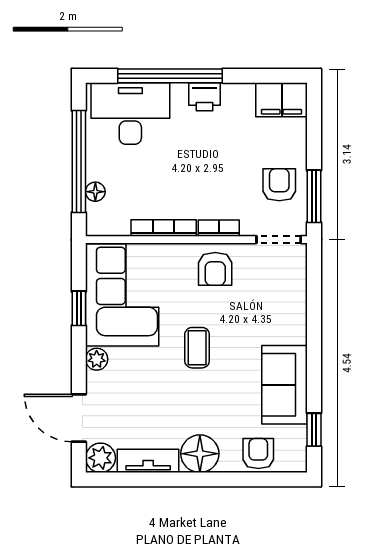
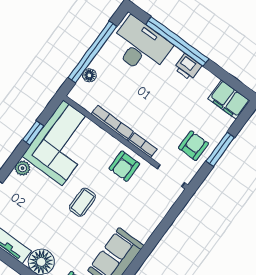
window: (314, 196) -> (220, 149), moved

